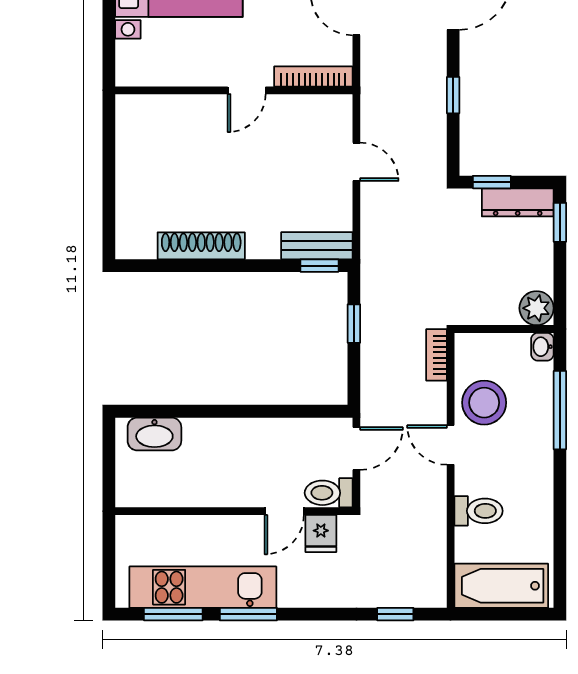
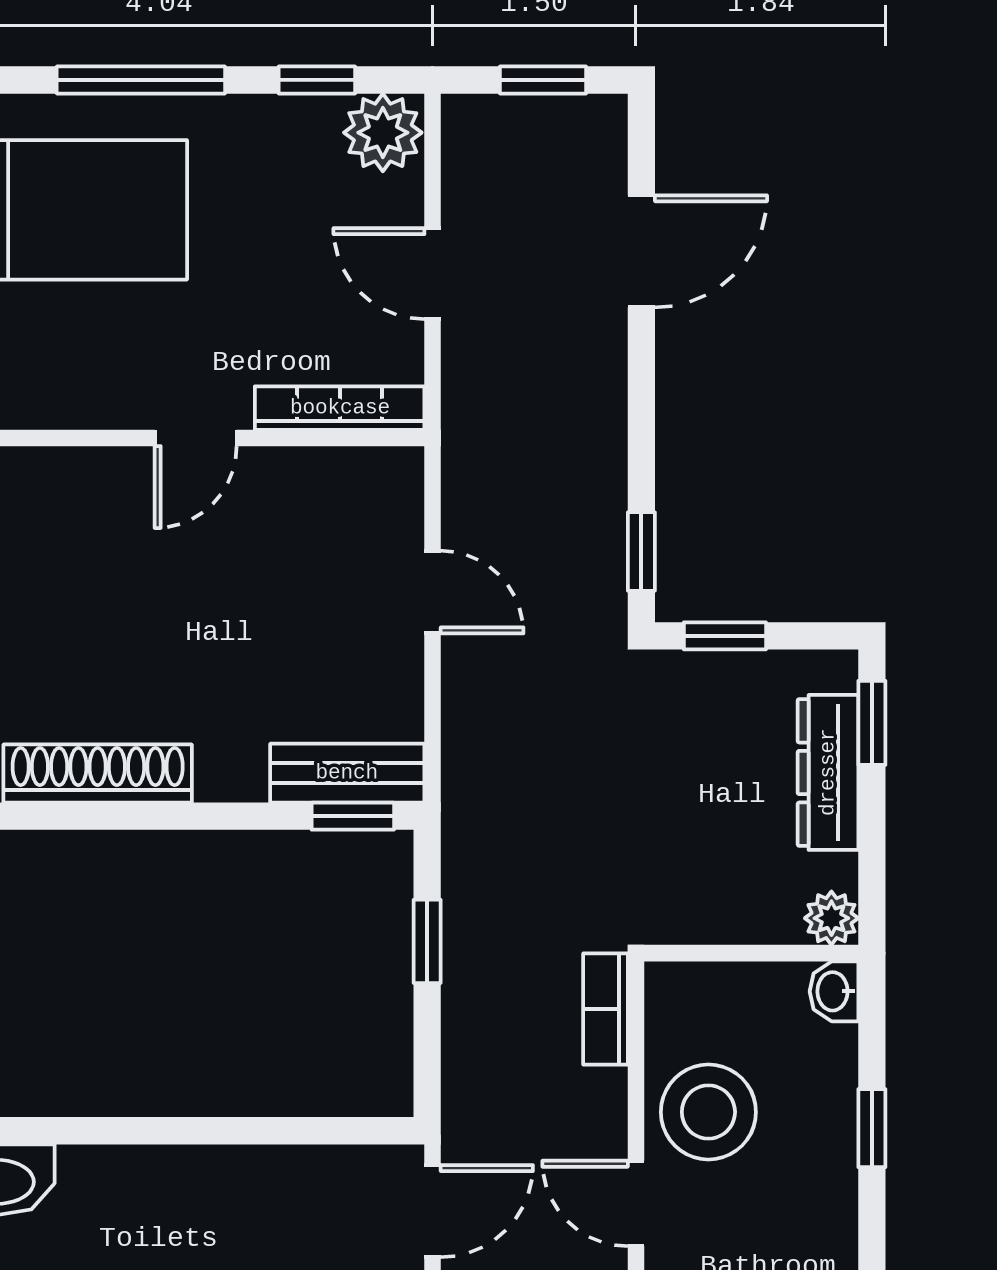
window: (453, 95) -> (641, 551), moved
dresser: (518, 202) -> (828, 772), moved, turned 90
plant: (537, 308) -> (831, 918), width x0.73, depth x0.73
window: (560, 410) -> (872, 1128), width x0.46

